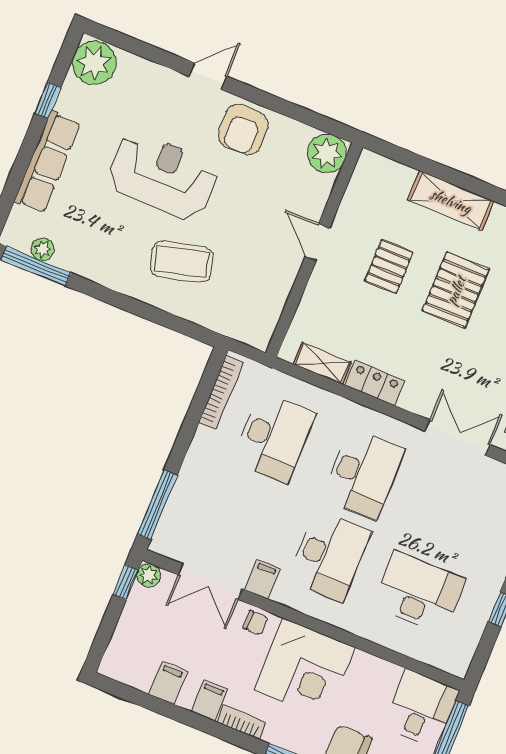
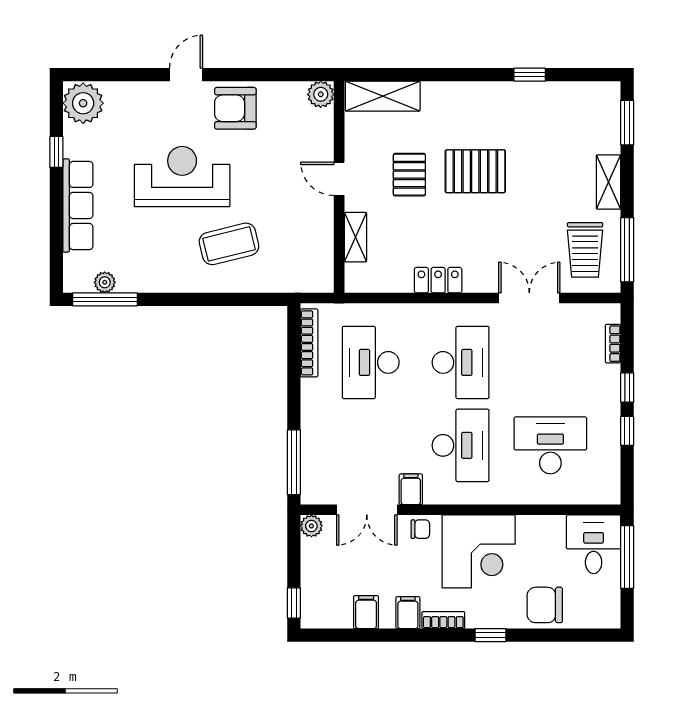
armchair: (243, 130) -> (235, 108), turned 90
plant: (327, 153) -> (321, 94), width x0.73, depth x0.73
shelving: (451, 201) -> (383, 96), moved
pallet: (456, 290) -> (475, 171), turned 90
shelving: (322, 363) -> (355, 237), moved, turned 90
desk: (274, 437) -> (371, 362), turned 180
window: (126, 582) -> (294, 603), moved

